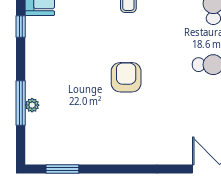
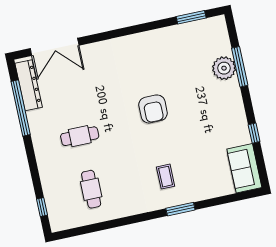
plant: (32, 105) -> (224, 68), width x1.87, depth x1.87

